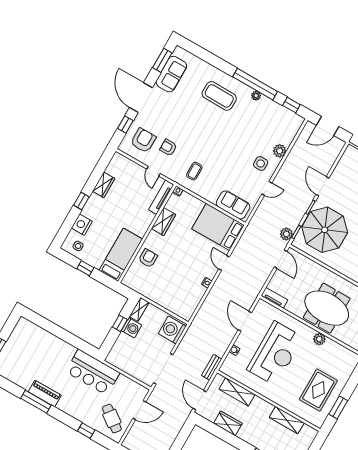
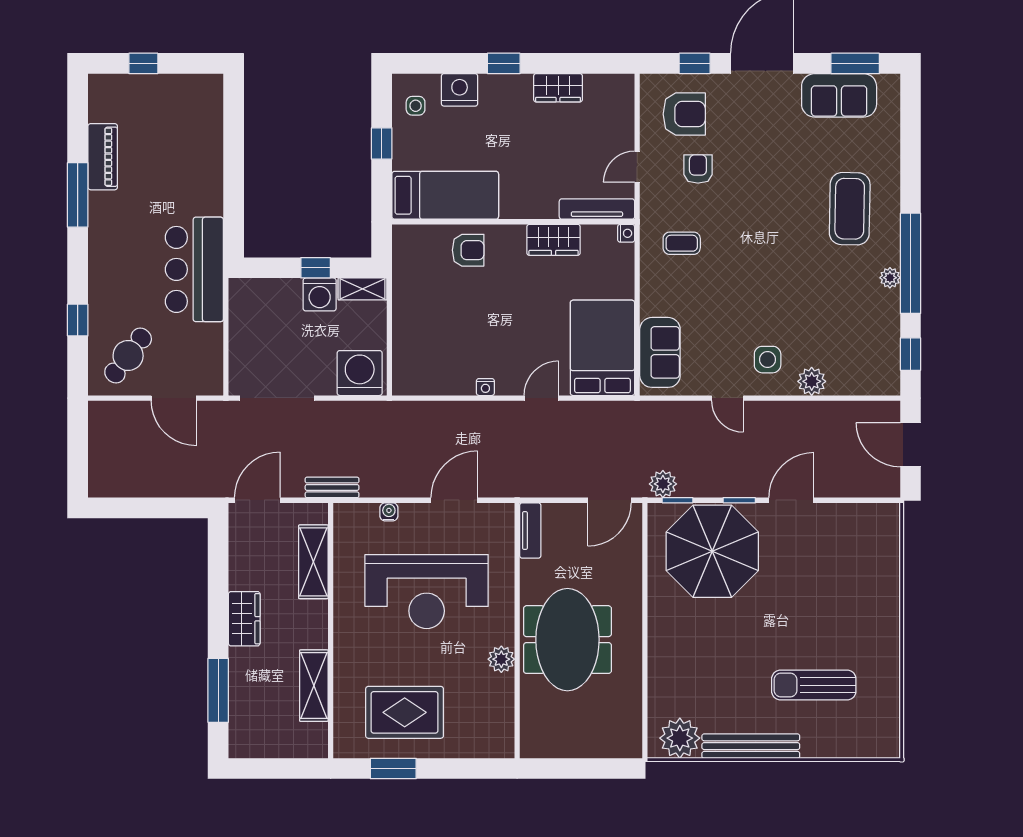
piano: (45, 393) -> (103, 157), moved
wardrobe: (228, 423) -> (244, 619), moved

